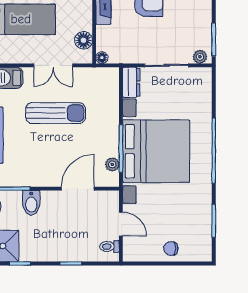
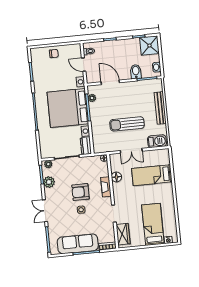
plant: (202, 25) -> (49, 182), added
floor lamp: (83, 40) -> (116, 177), moved
double door: (53, 65) -> (131, 151), swing flipped
door: (78, 189) -> (110, 82), swing flipped

